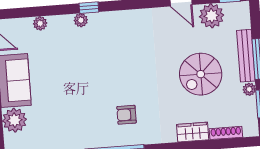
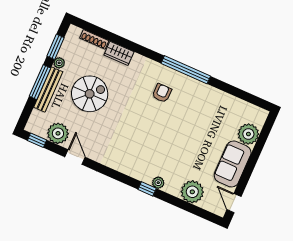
plant: (40, 23) -> (192, 192), width x1.87, depth x1.87
armchair: (126, 115) -> (162, 93), turned -90

